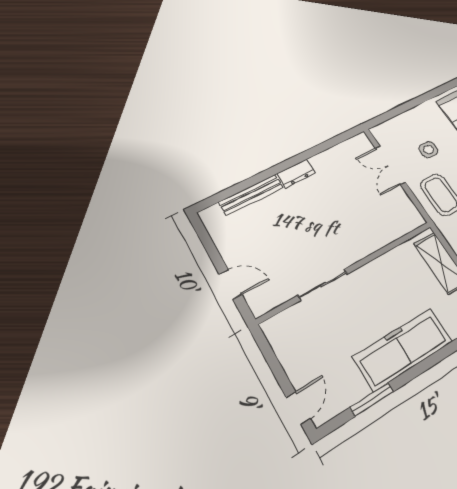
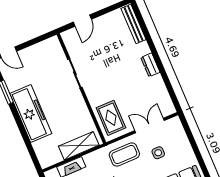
bench: (251, 195) -> (133, 24), moved
rug: (388, 220) -> (111, 118), added

